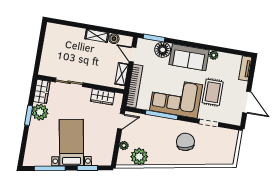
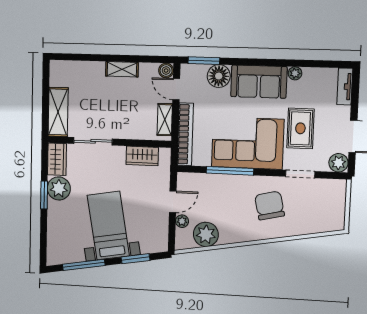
boiler: (114, 39) -> (166, 71), moved
shelving: (48, 59) -> (58, 112), added
plant: (235, 119) -> (338, 163), added
door: (121, 121) -> (173, 202), moved

